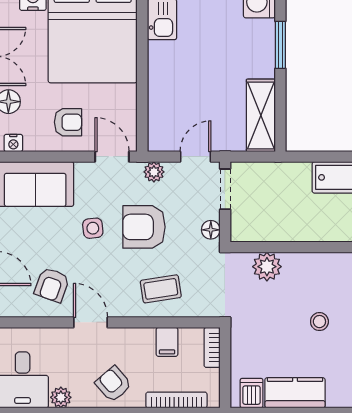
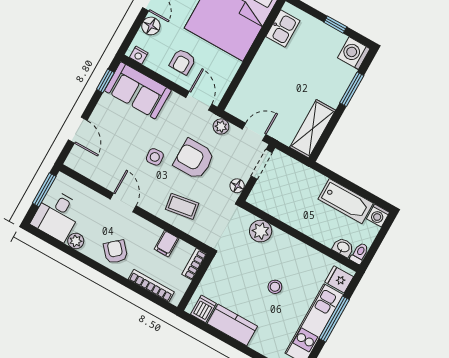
armchair: (68, 122) -> (183, 62), turned 90
side table: (93, 228) -> (155, 157), moved
armchair: (52, 285) -> (112, 163), removed

